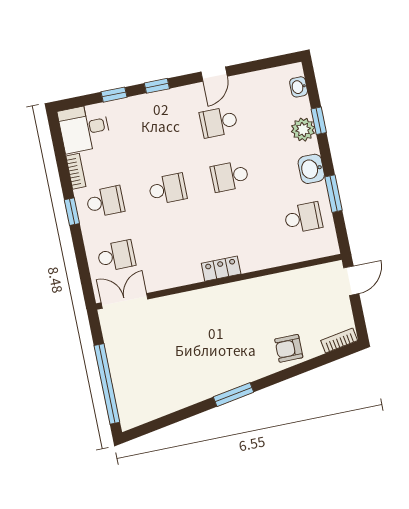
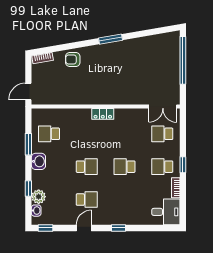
window: (114, 95) -> (45, 228), moved
plant: (303, 130) -> (39, 197), moved
armchair: (289, 348) -> (73, 59), turned 180

